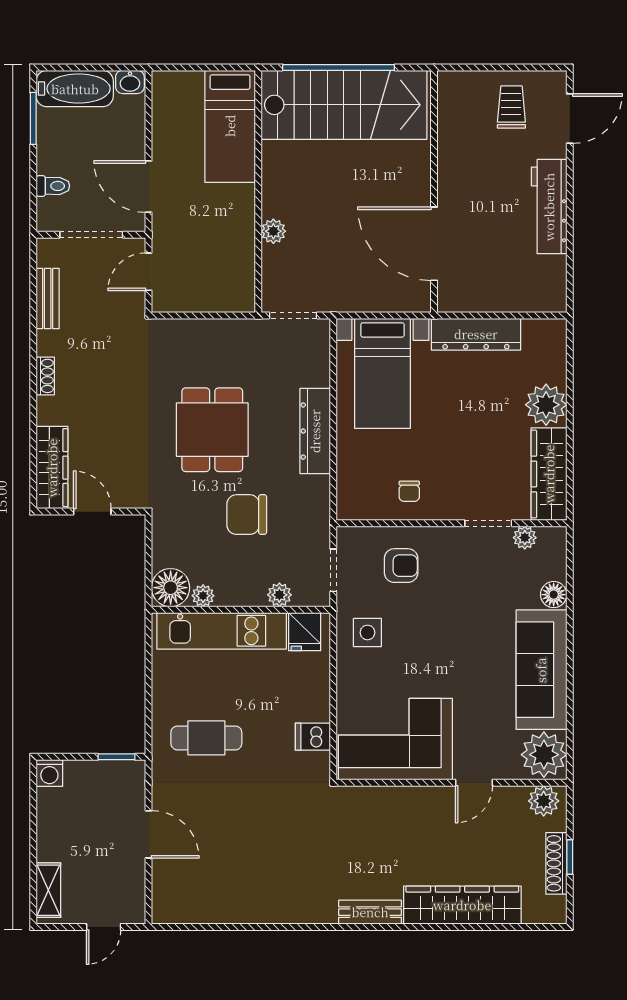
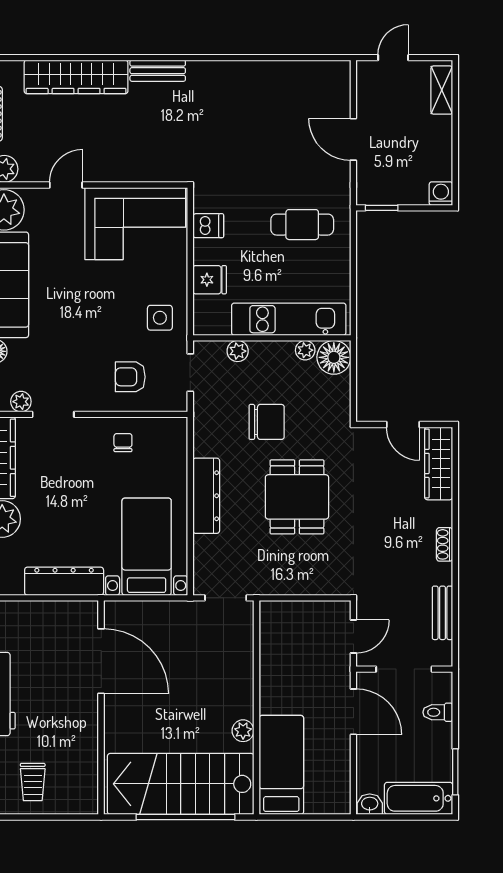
plant: (273, 231) -> (243, 731), moved
fridge: (305, 632) -> (210, 280), moved, turned 90

